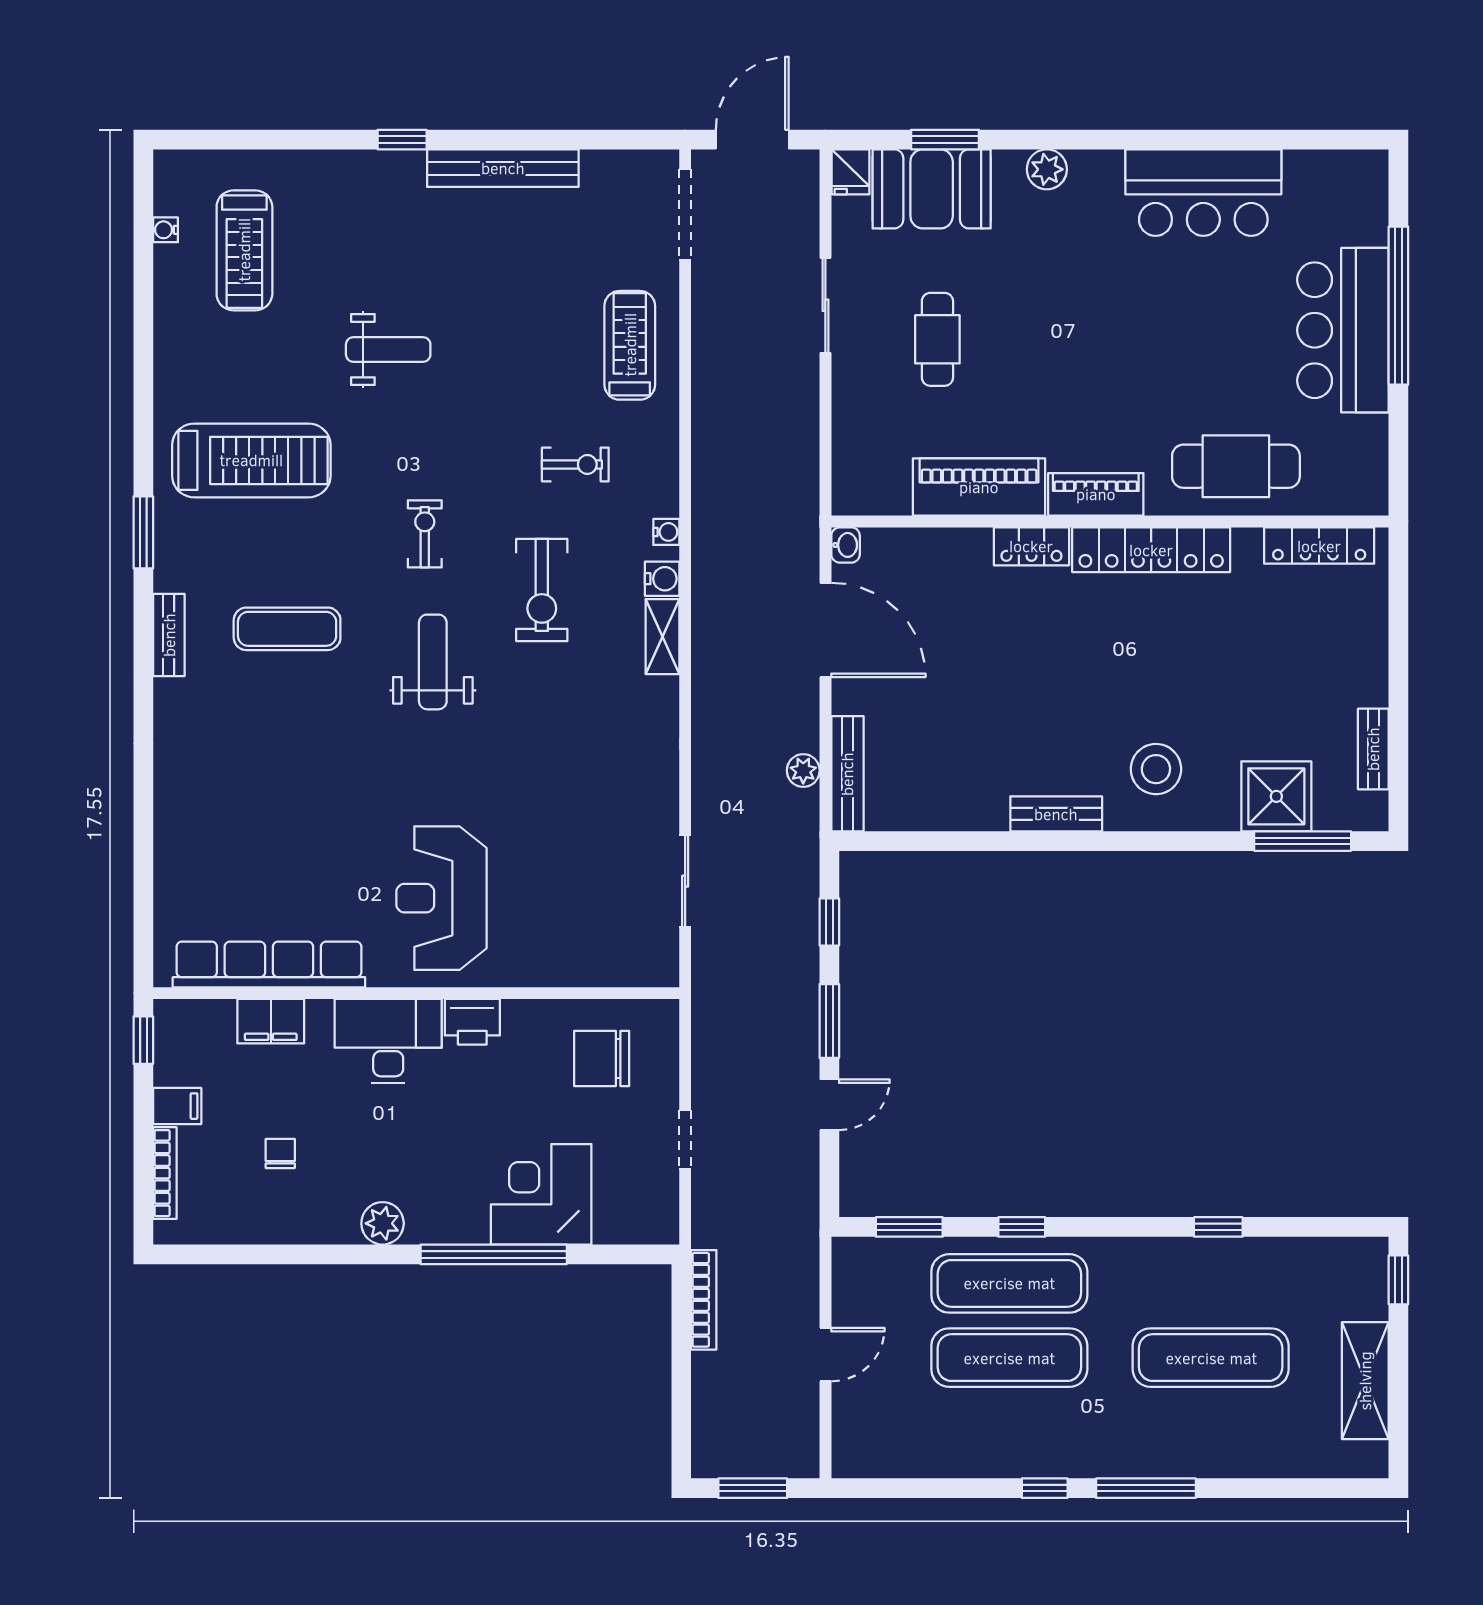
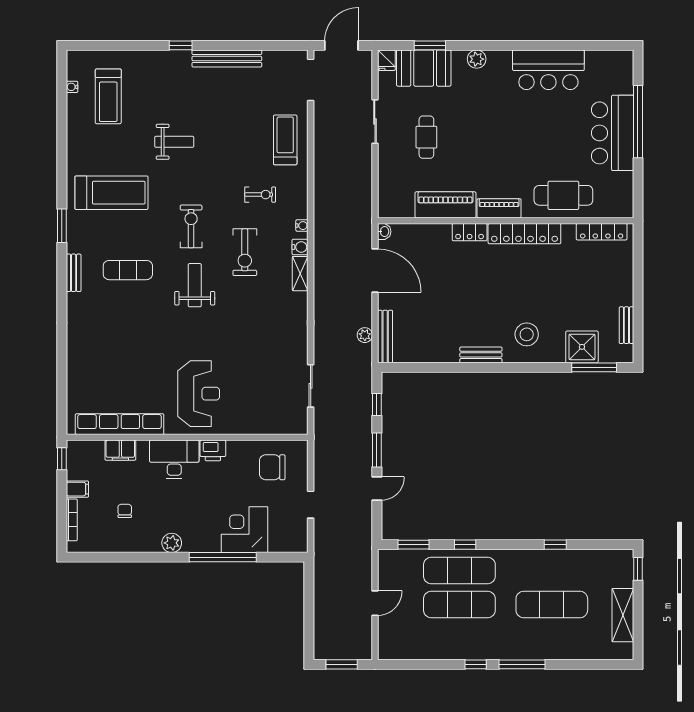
exercise bike: (425, 534) -> (191, 226), width x1.38, depth x1.39
reception desk: (441, 898) -> (199, 394), turned 180
bookcase: (704, 1300) -> (319, 578), removed

